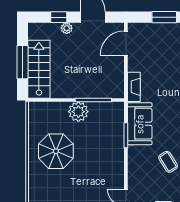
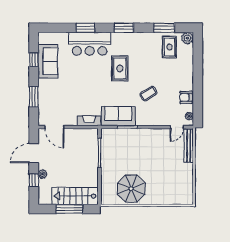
plant: (78, 112) -> (109, 165), removed
parasol: (56, 151) -> (131, 189), moved

